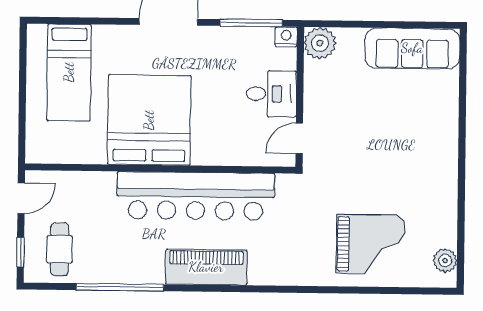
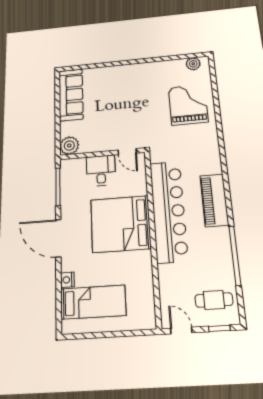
nightstand: (286, 37) -> (67, 280), moved
bed: (149, 120) -> (120, 224), moved

